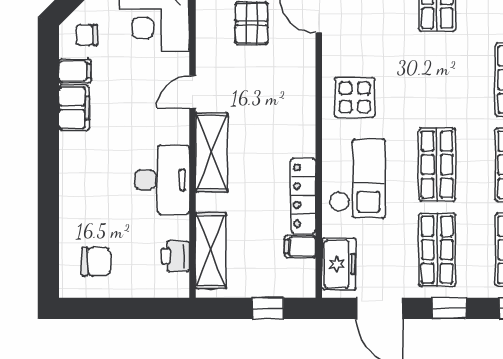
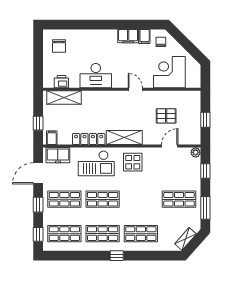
shelving: (212, 152) -> (124, 137), moved
filing cabinet: (300, 247) -> (52, 138), moved

